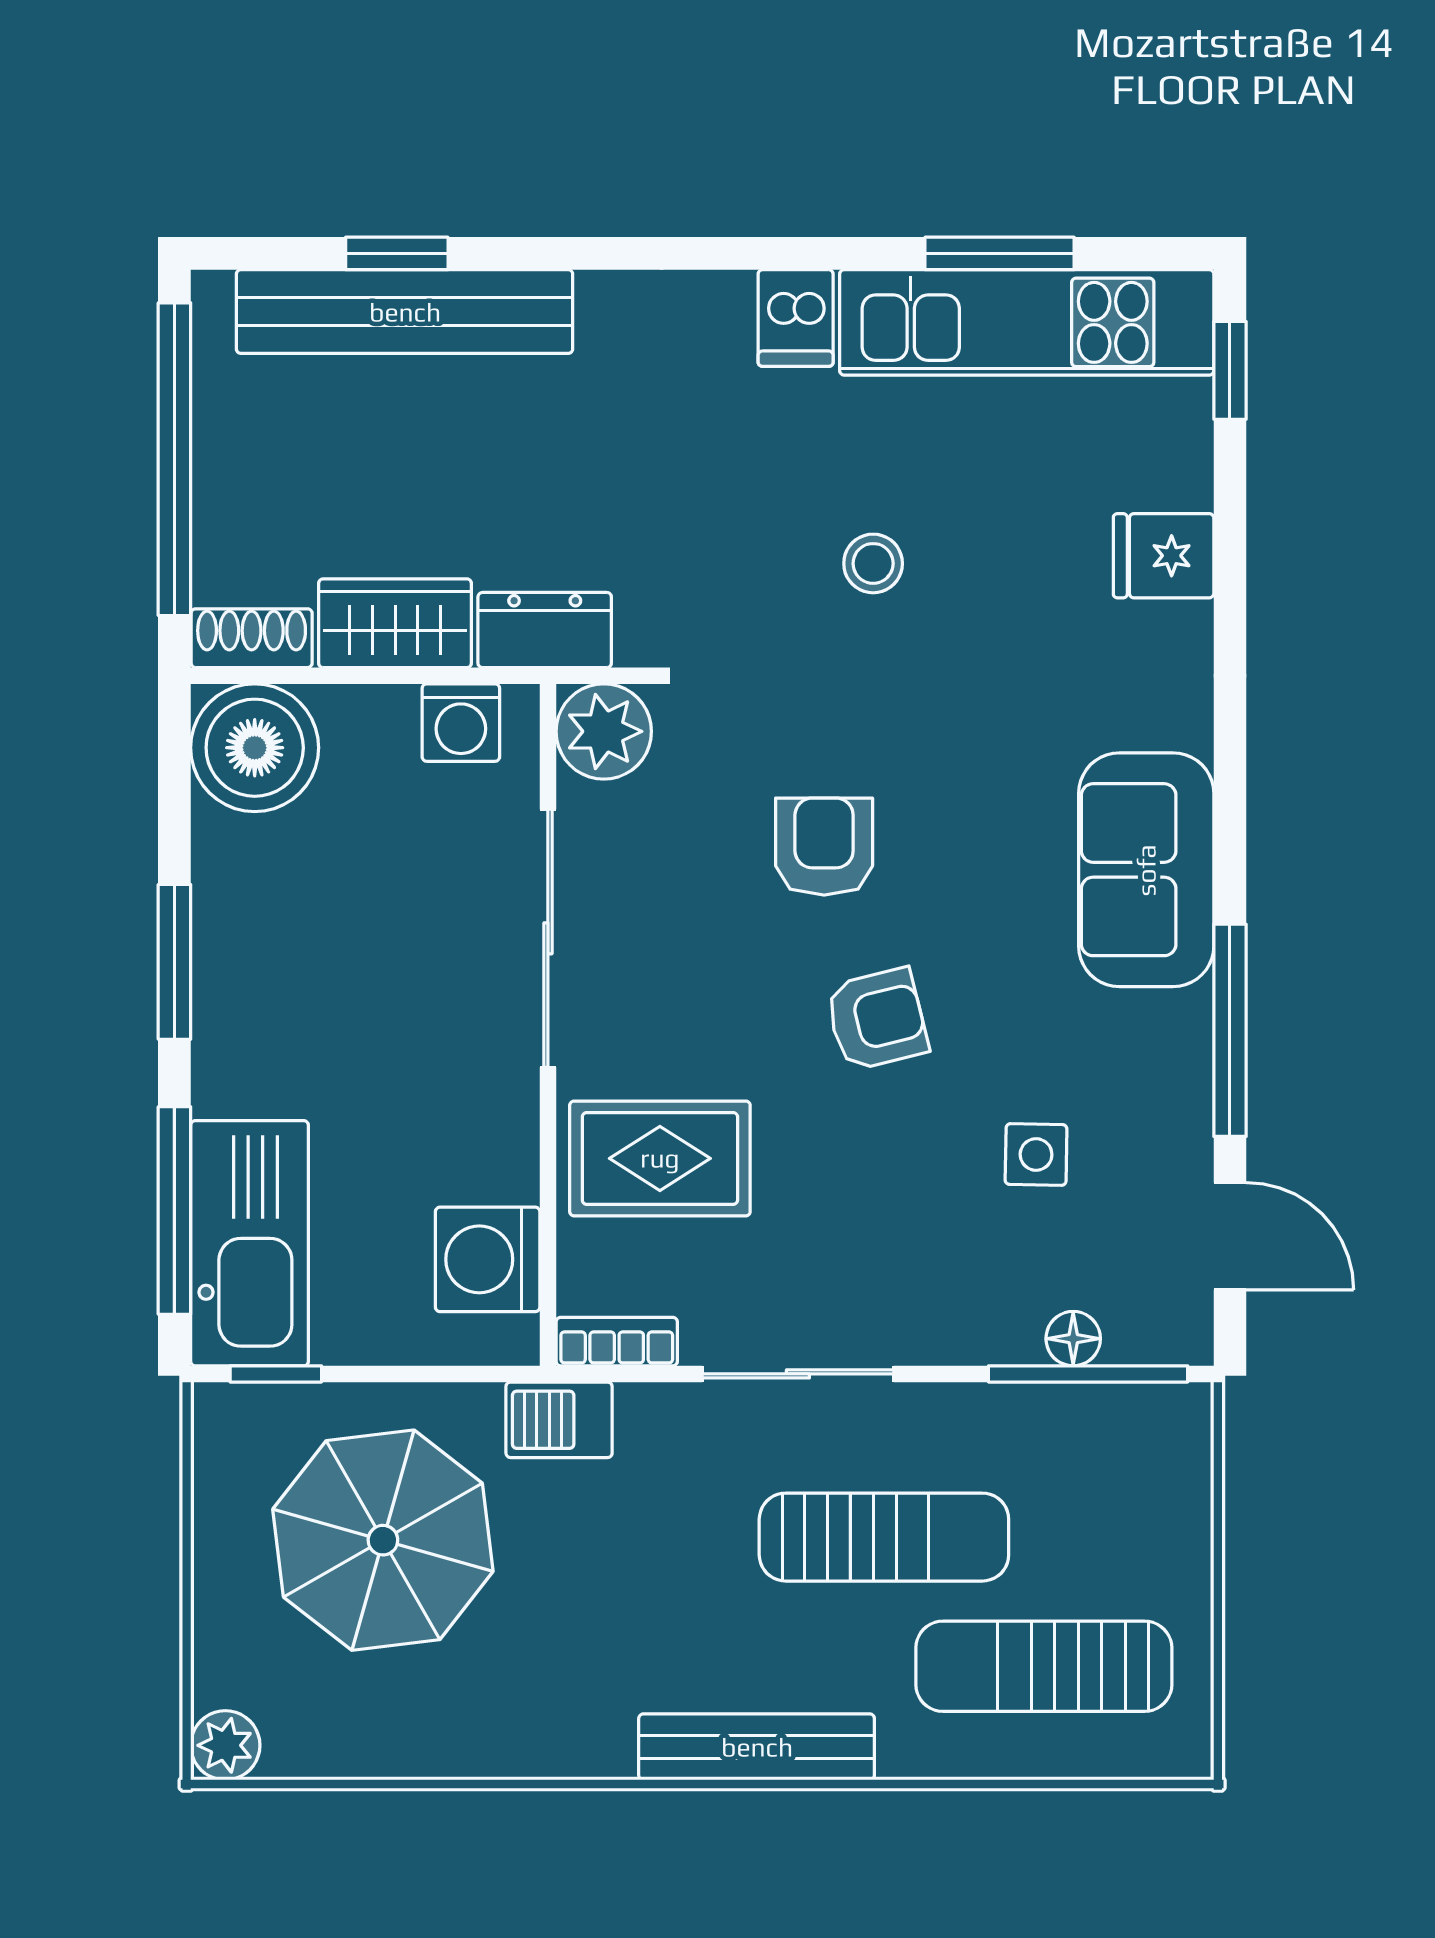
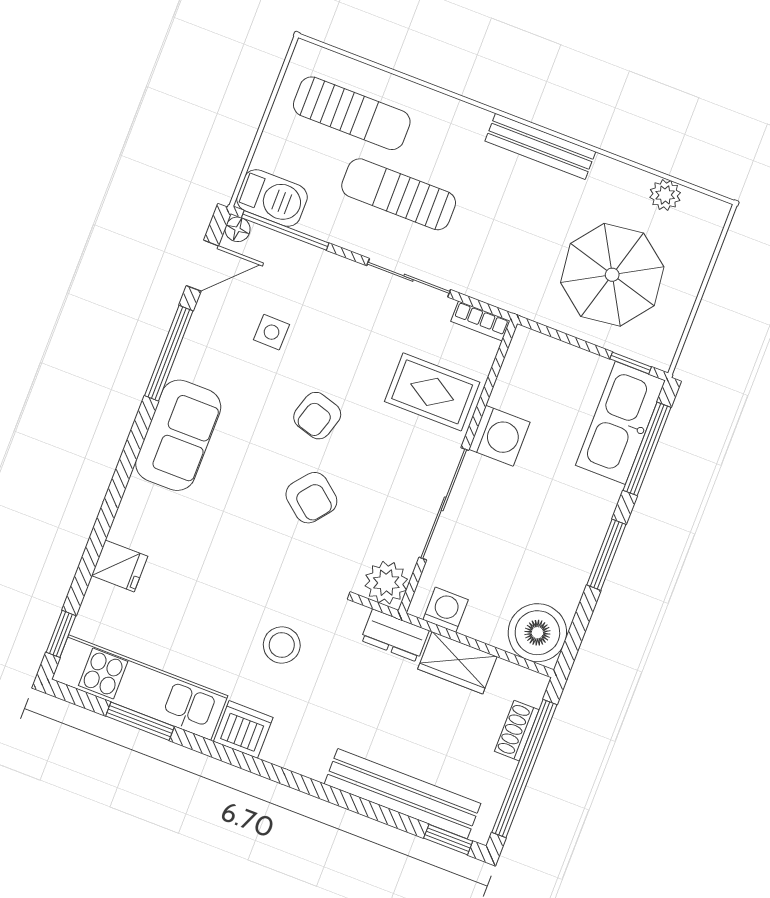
window: (397, 253) -> (448, 840), moved
dishwasher: (796, 318) -> (243, 729), width x1.38
stool: (873, 563) -> (282, 645), moved, width x1.37, depth x1.37
shoe rack: (252, 638) -> (517, 731), moved, turned 90
armchair: (824, 847) -> (311, 498), turned -51
armchair: (877, 1019) -> (317, 416), turned -59
door: (1230, 1236) -> (202, 266), swing flipped
washing machine: (488, 1259) -> (499, 436), moved
floor lamp: (1073, 1339) -> (238, 229), moved
barbecue: (559, 1420) -> (272, 198), moved, width x1.38, depth x1.27
plant: (225, 1745) -> (665, 195), moved
bench: (757, 1747) -> (540, 146), moved

